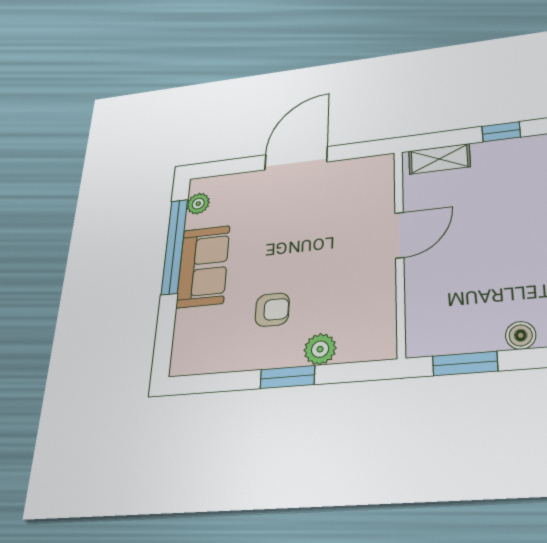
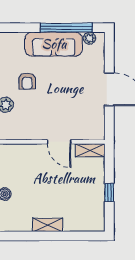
shelving: (439, 159) -> (90, 150), moved, turned 90
sofa: (203, 266) -> (54, 44), width x1.36

